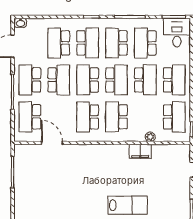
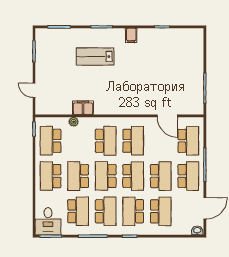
school desk: (59, 80) -> (161, 176), turned 180

